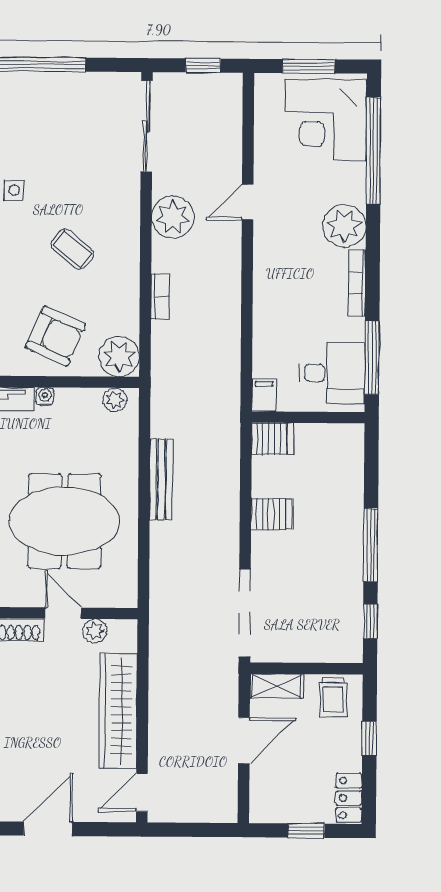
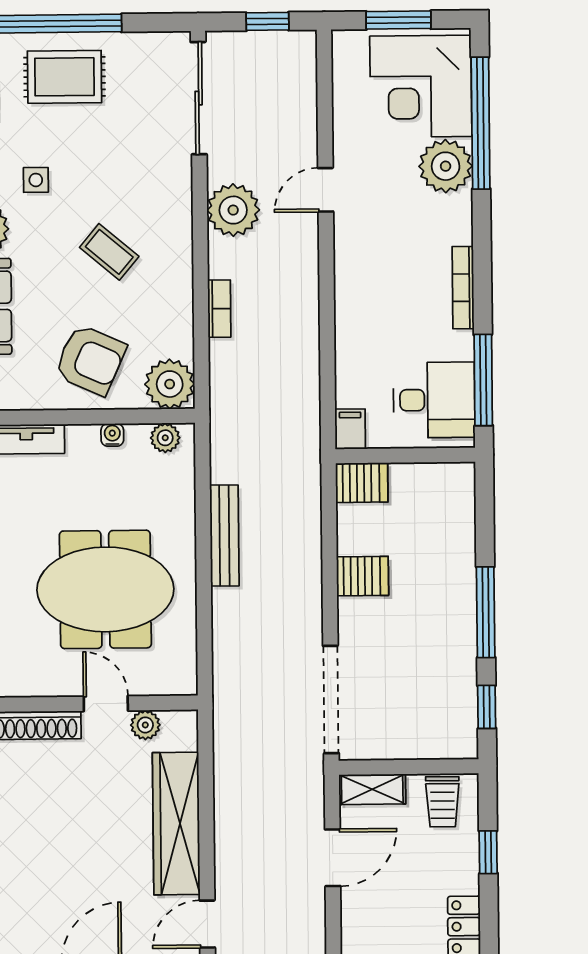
rug: (39, 107) -> (65, 77), added
plant: (344, 226) -> (446, 166), moved
water cooler: (45, 396) -> (112, 435), moved

